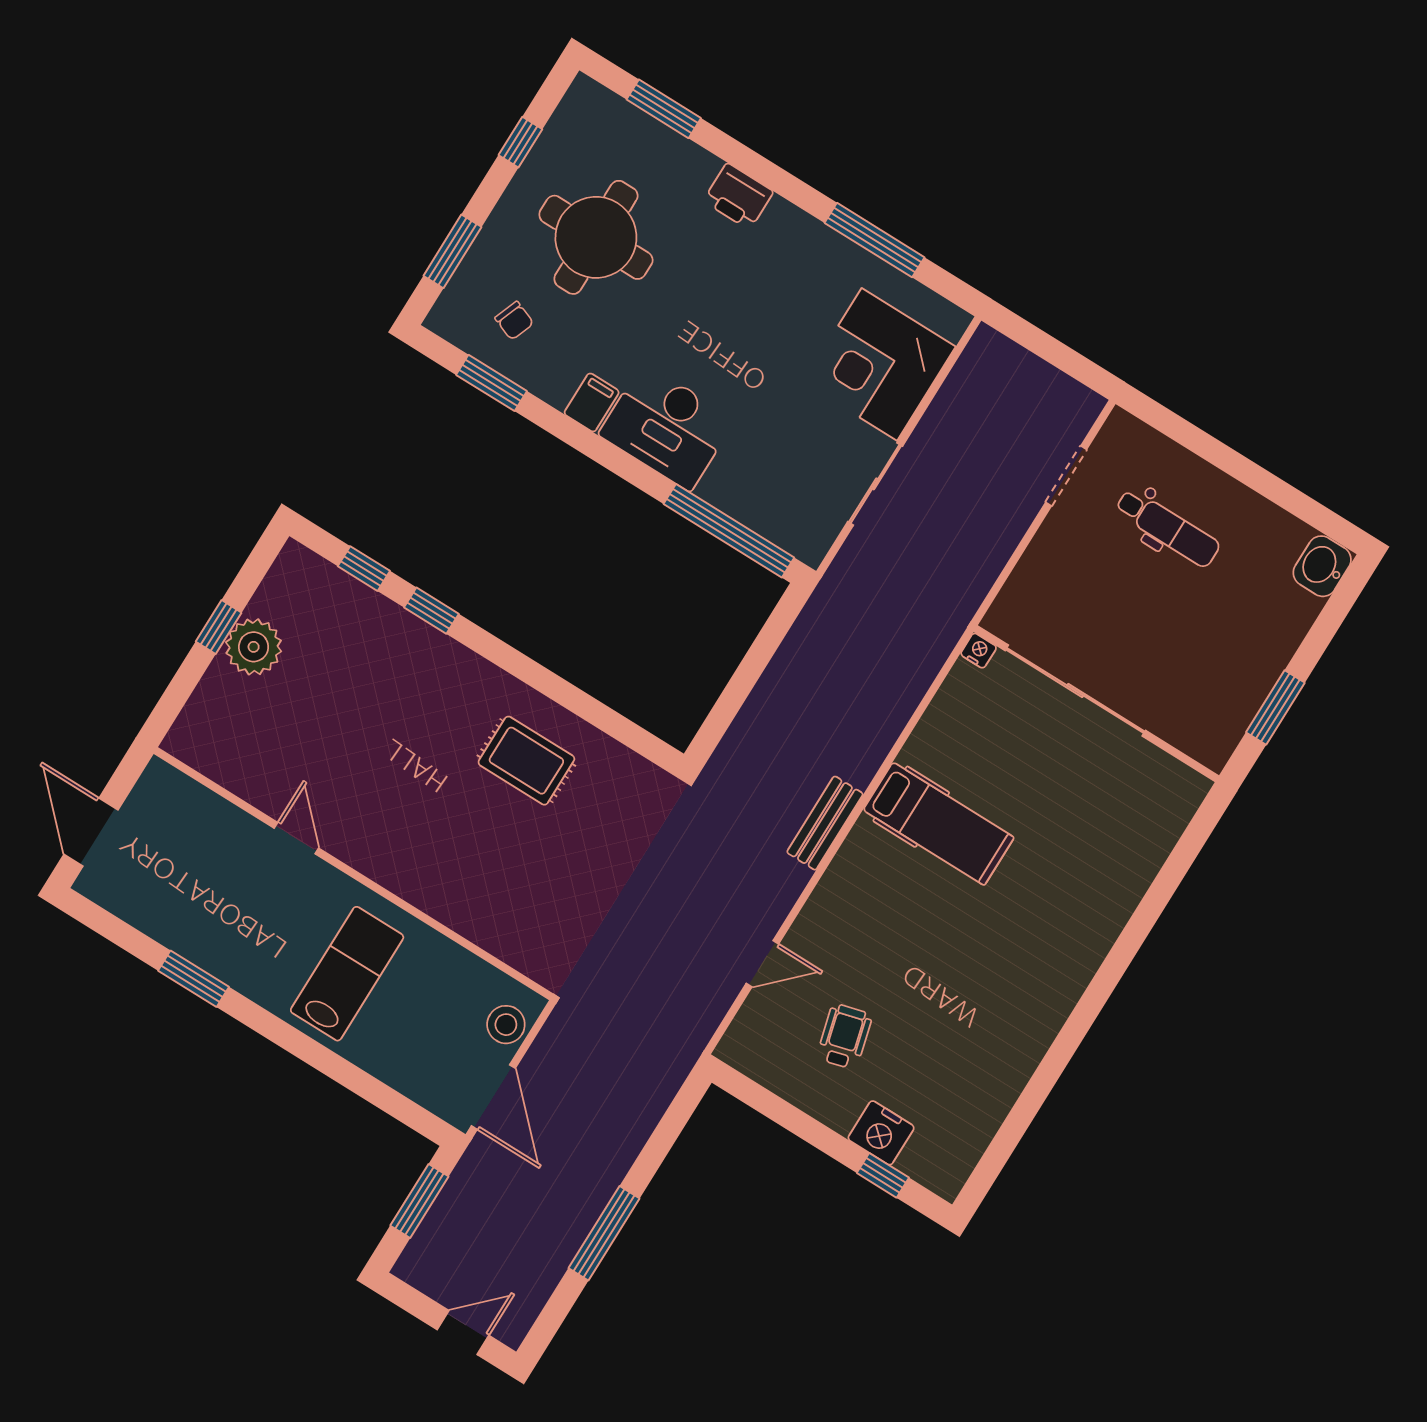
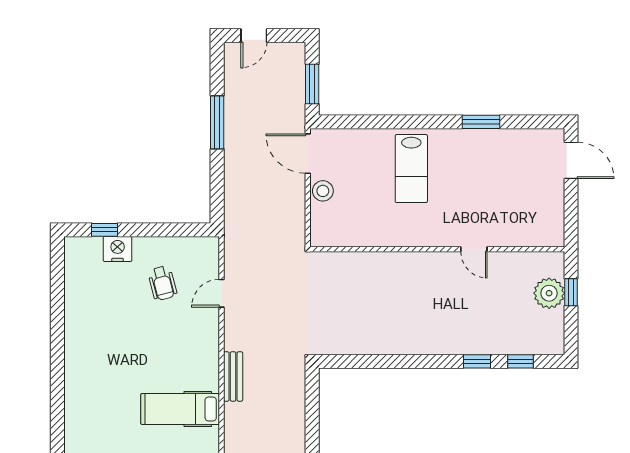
rug: (526, 761) -> (390, 319), removed
door: (296, 838) -> (474, 249), moved
wall: (353, 874) -> (437, 249), moved

